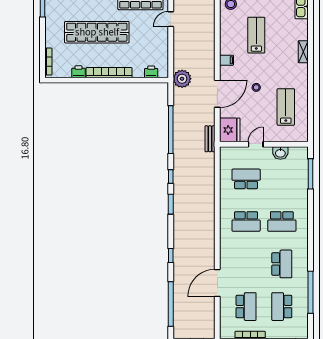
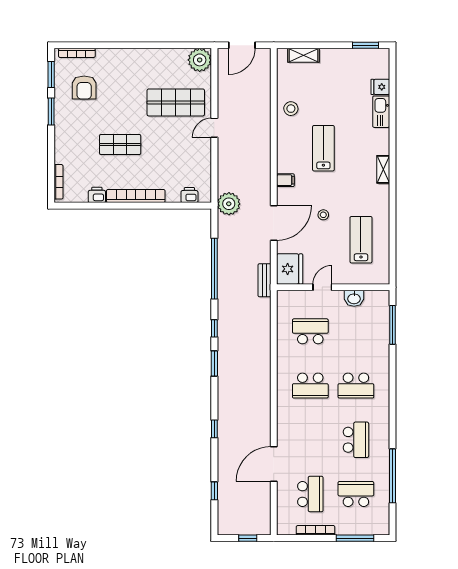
shop shelf: (97, 32) -> (120, 145), width x0.50, depth x0.74
window: (171, 304) -> (214, 491), width x0.32
school desk: (282, 307) -> (356, 494), turned 90

